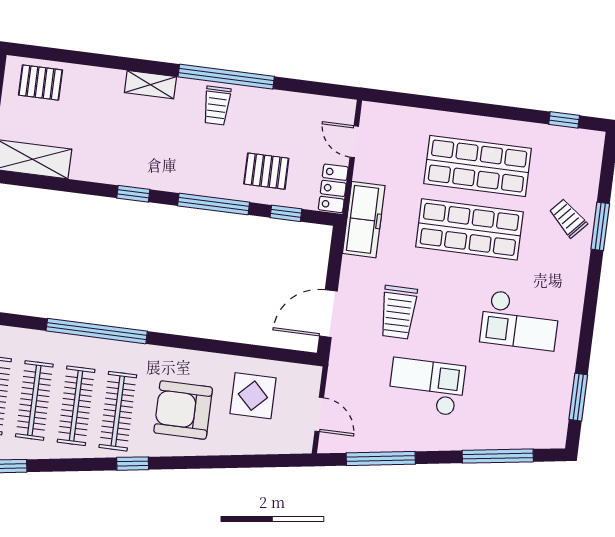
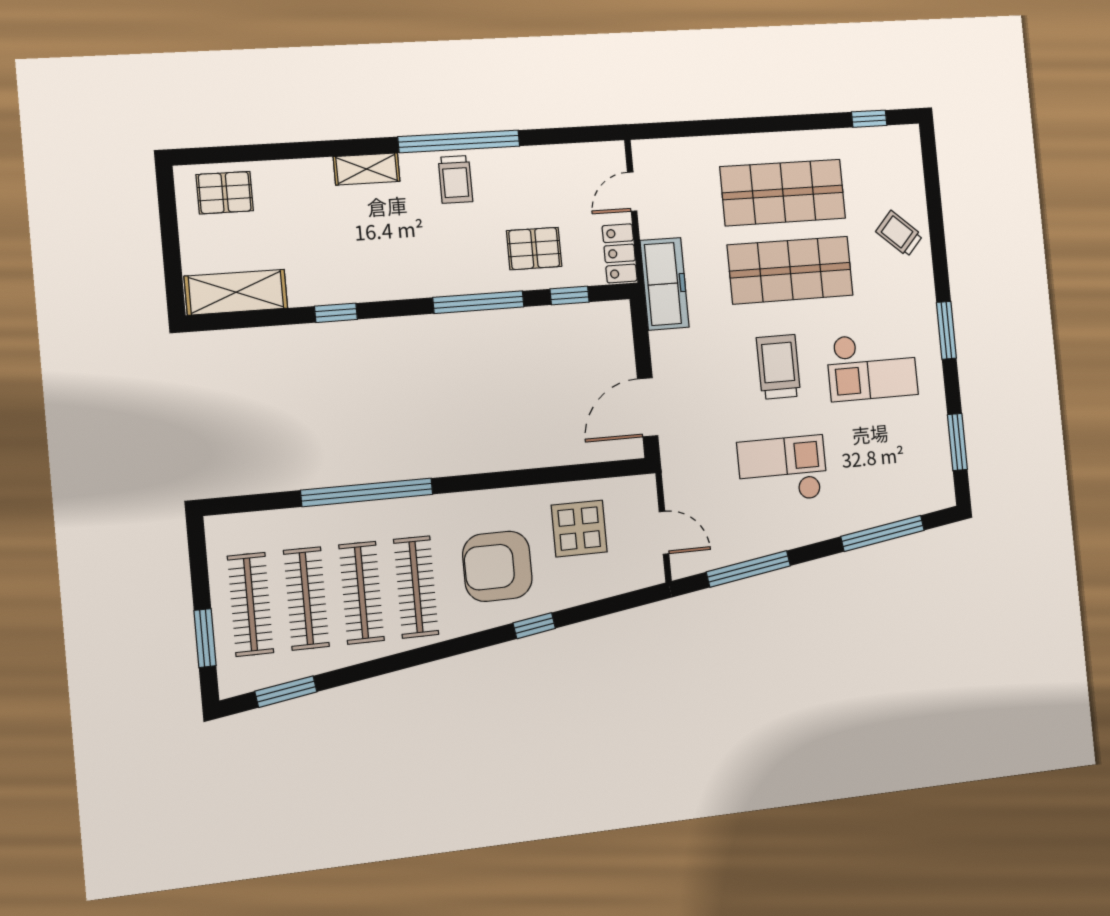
door: (354, 142) -> (632, 192), hinge flipped
window: (133, 194) -> (336, 313), moved
window: (600, 226) -> (946, 330), moved
trolley: (398, 312) -> (778, 367), moved, turned 180
window: (133, 464) -> (534, 626), moved

